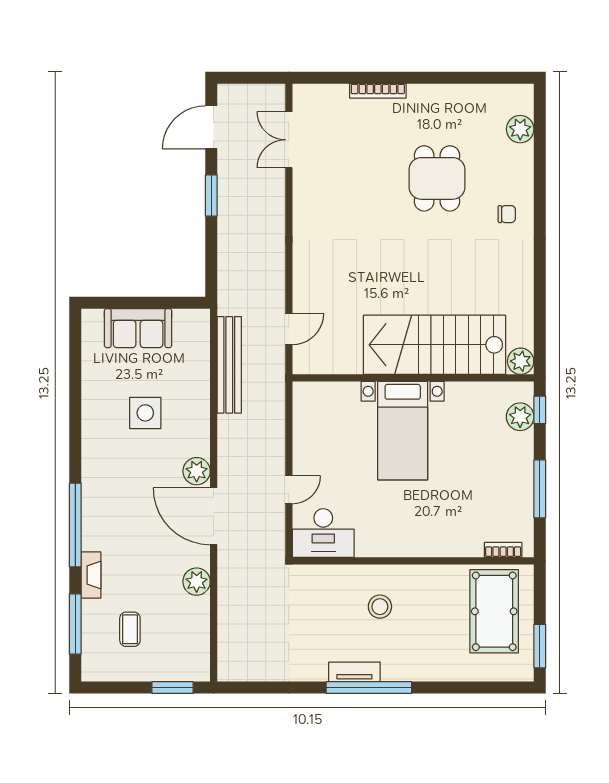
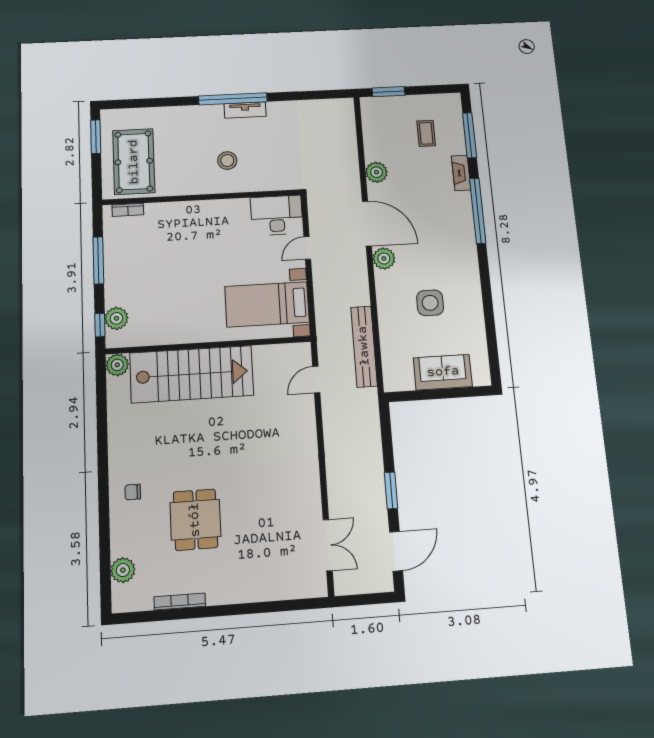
bookcase: (378, 91) -> (180, 601), moved
bed with nightstands: (403, 431) -> (267, 304), moved, turned -90

